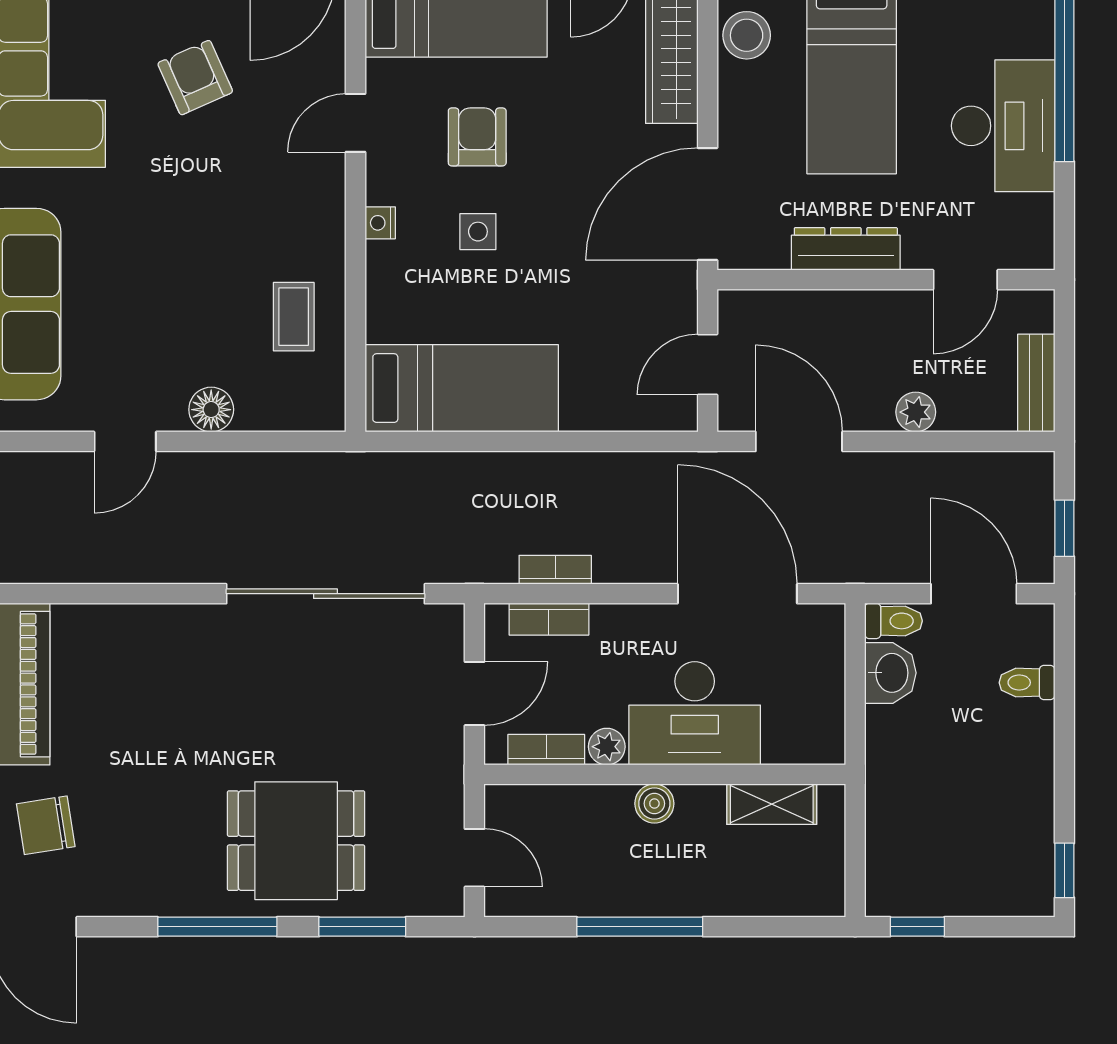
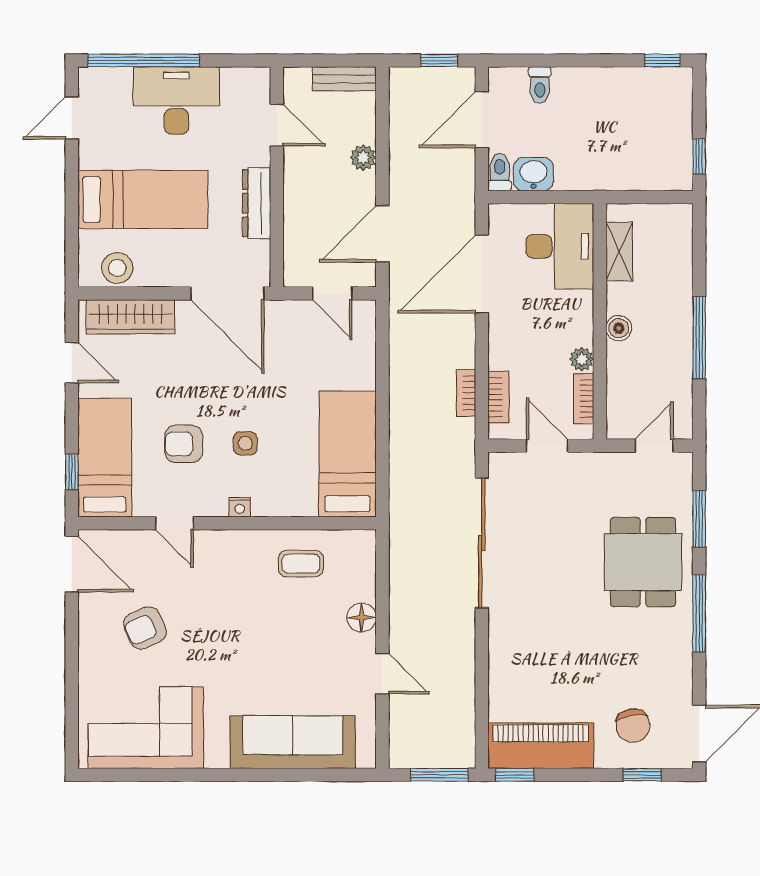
desk: (695, 713) -> (560, 246), moved

